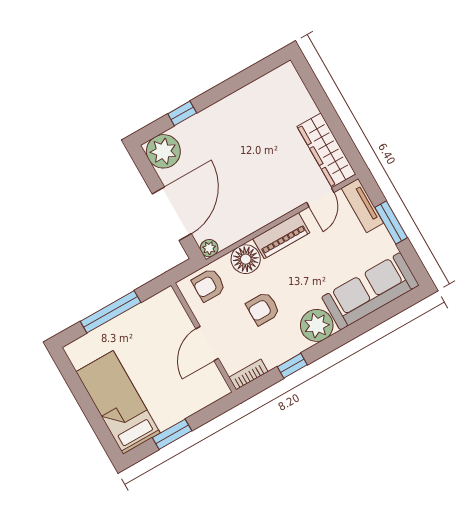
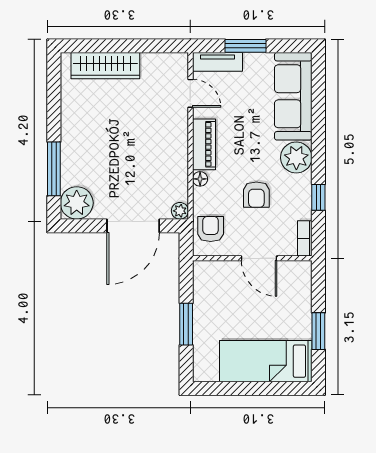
window: (182, 113) -> (54, 169), width x2.17
wardrobe: (326, 150) -> (105, 66), moved
door: (172, 214) -> (133, 226), swing flipped
floor lamp: (246, 259) -> (200, 179), width x0.53, depth x0.53
armchair: (209, 285) -> (211, 229), turned 180
window: (111, 312) -> (186, 324), width x0.69

